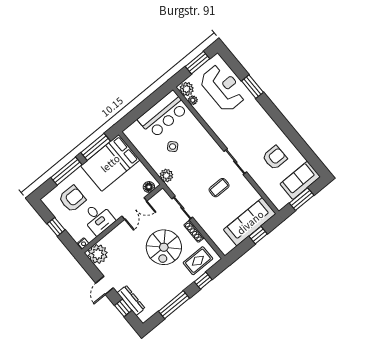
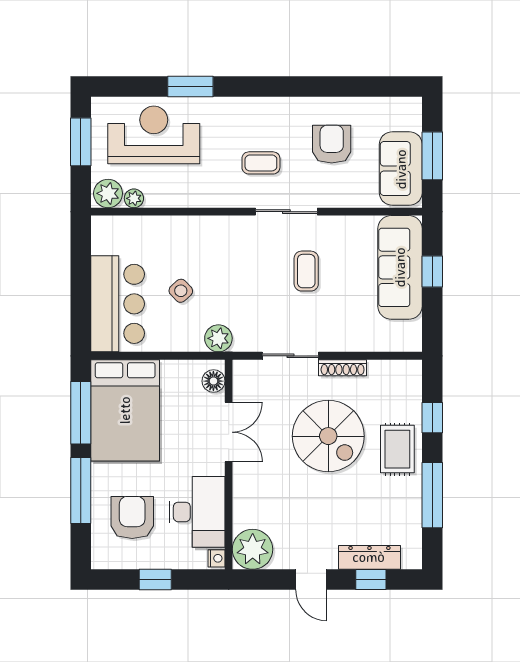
bar counter: (163, 114) -> (118, 304), moved
coffee table: (246, 137) -> (261, 163), added
sofa: (300, 180) -> (401, 169), moved
desk: (98, 218) -> (197, 512), width x1.37
rug: (198, 261) -> (397, 449), moved

